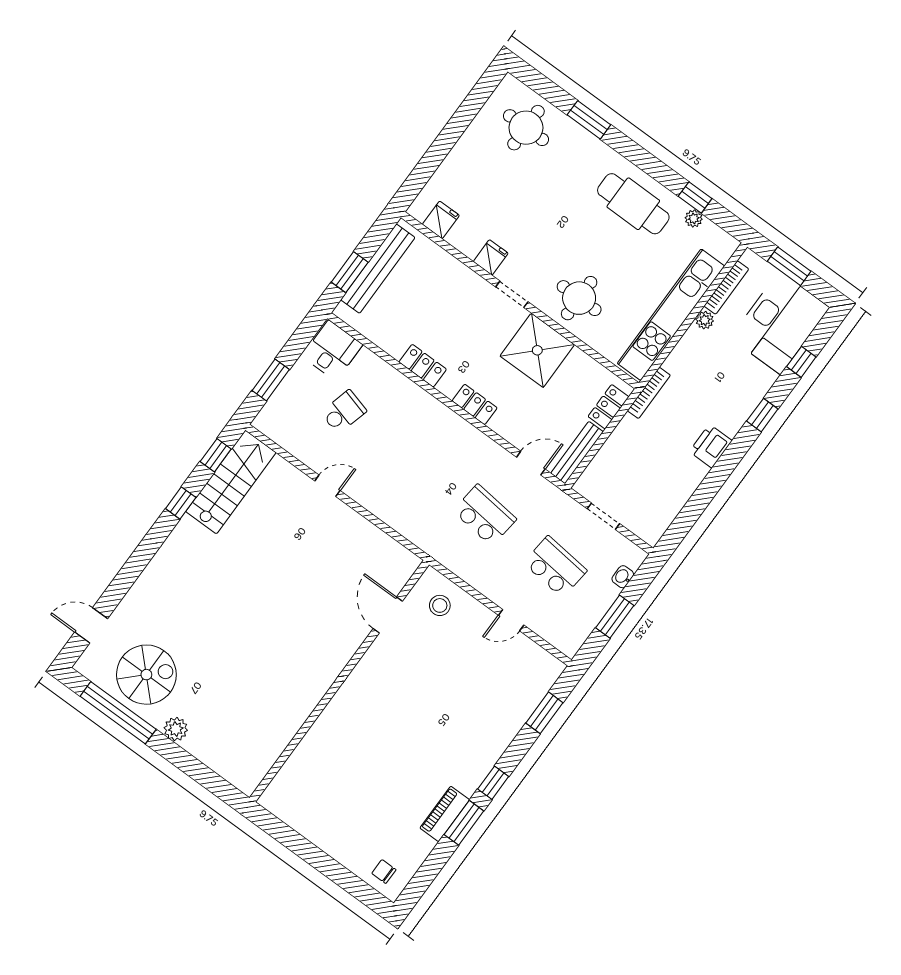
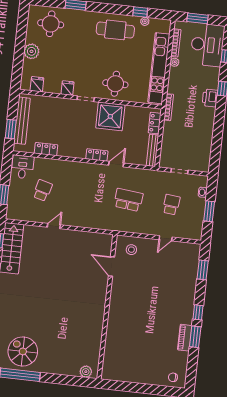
plant: (465, 157) -> (32, 51), added
locker: (423, 366) -> (46, 149), moved
printer: (711, 446) -> (210, 98), moved
door: (531, 463) -> (116, 164), moved
school desk: (555, 567) -> (171, 205), width x0.54
spiral stairs: (146, 675) -> (23, 351), turned -90
plant: (176, 729) -> (86, 372), moved

